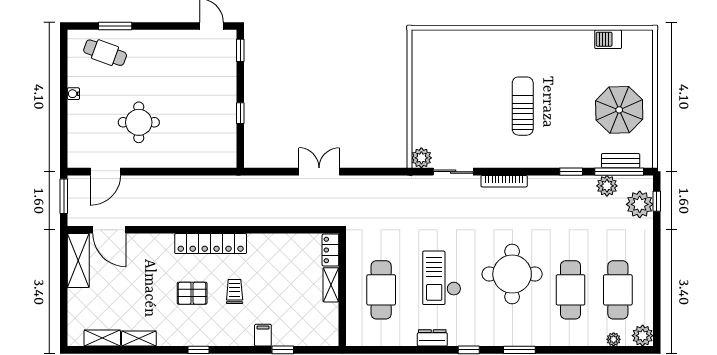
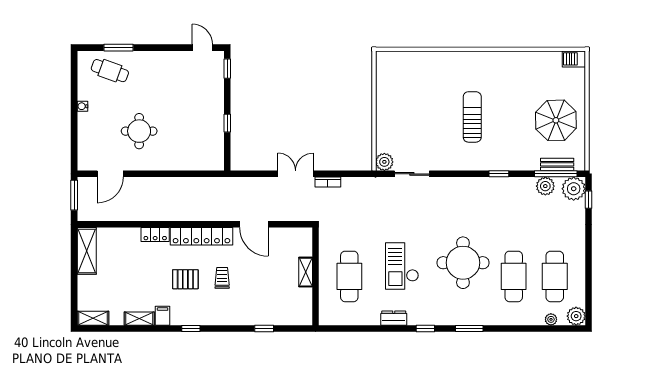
barbecue: (608, 39) -> (574, 59), moved
window: (571, 172) -> (499, 174), moved
bookcase: (504, 181) -> (328, 182), moved, width x0.64
plant: (640, 204) -> (574, 189), moved
door: (109, 230) -> (254, 224), moved
locker: (330, 250) -> (155, 235), moved, turned -90
filing cabinet: (263, 335) -> (163, 316), moved
shelving: (102, 338) -> (93, 318), moved

